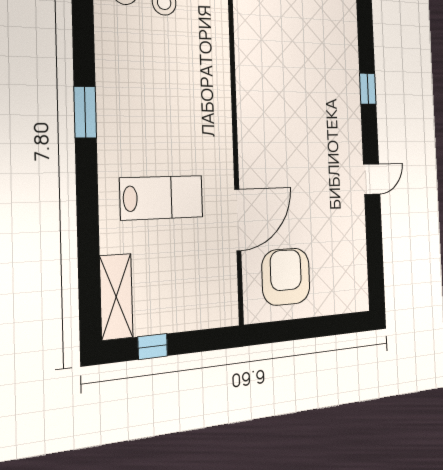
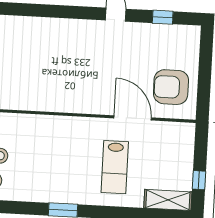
window: (368, 89) -> (163, 17), moved
lab bench: (162, 198) -> (115, 167), turned 180

